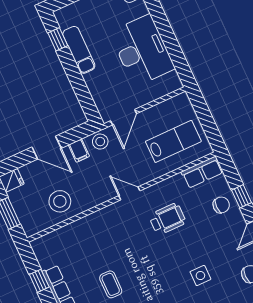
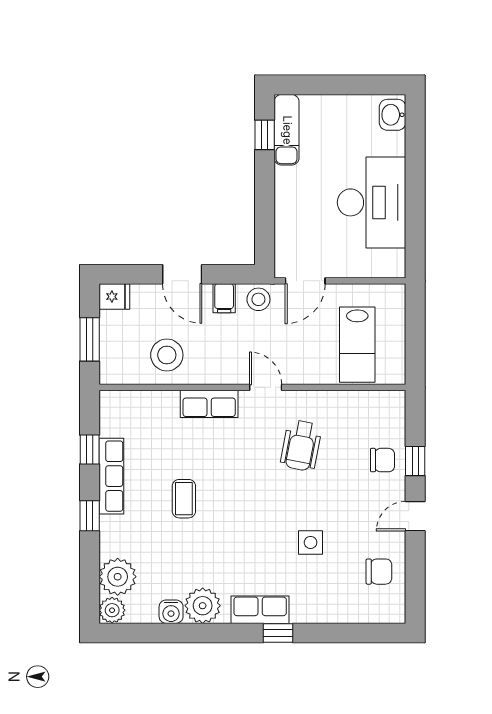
exam couch: (79, 50) -> (287, 130), moved
lab bench: (173, 141) -> (357, 345), turned 90
row of seats: (202, 172) -> (209, 404), moved
wheelchair: (167, 219) -> (301, 446), turned 101

